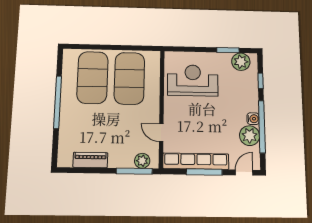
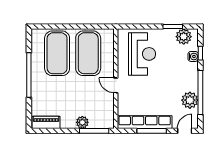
reception desk: (193, 80) -> (142, 54), turned 90
water cooler: (253, 119) -> (193, 56), moved
door: (161, 133) -> (116, 85), moved
piano: (90, 160) -> (46, 122), moved
plant: (142, 161) -> (82, 122), moved

